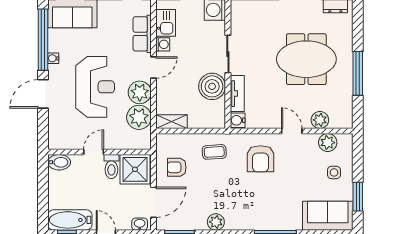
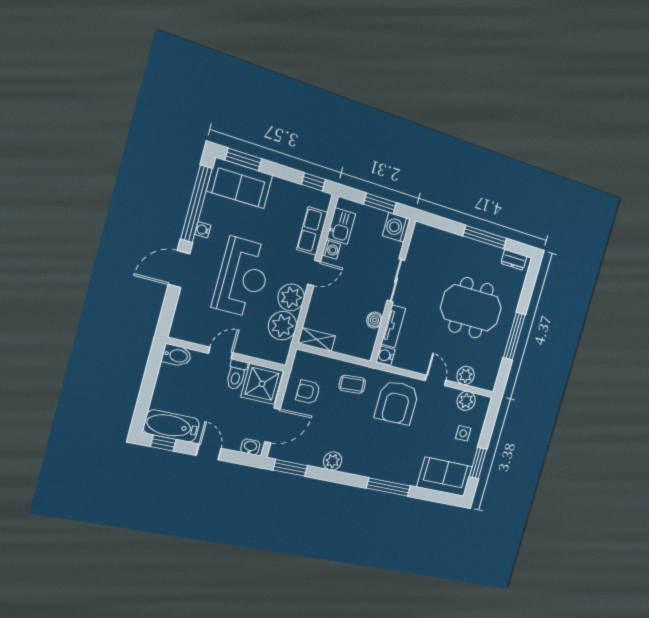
boiler: (212, 86) -> (374, 320), width x0.54, depth x0.54
armchair: (261, 159) -> (397, 403), width x1.36, depth x1.36

